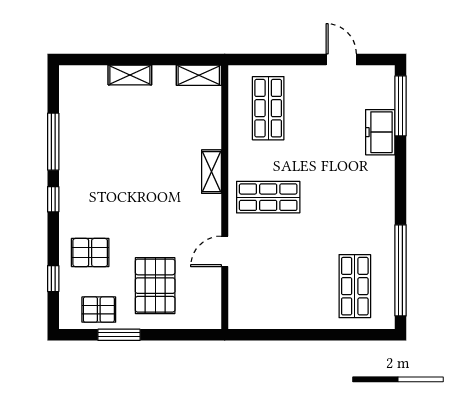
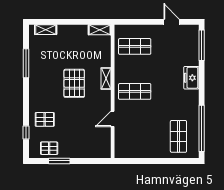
shelving: (130, 75) -> (46, 30), moved
shop shelf: (268, 108) -> (135, 46), turned 90
freezer: (380, 132) -> (191, 78), moved
window: (53, 199) -> (26, 92), removed
pallet: (155, 286) -> (74, 83), moved

